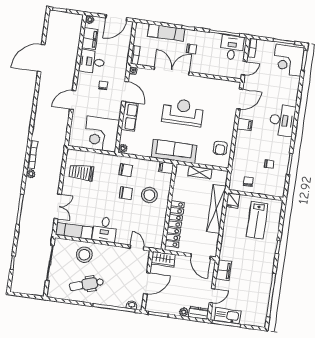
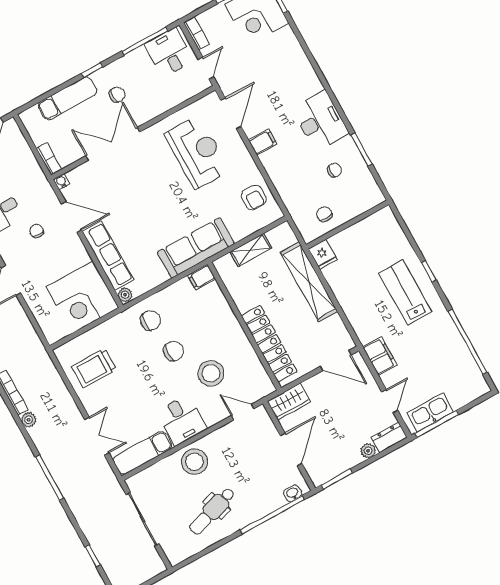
reception desk: (183, 112) -> (197, 152), moved, turned 90
row of seats: (130, 117) -> (108, 256), width x1.48
desk: (282, 120) -> (320, 121), moved
stool: (149, 195) -> (211, 373), moved
lab bench: (257, 220) -> (405, 292), moved, turned 180
stool: (84, 255) -> (194, 462), moved

